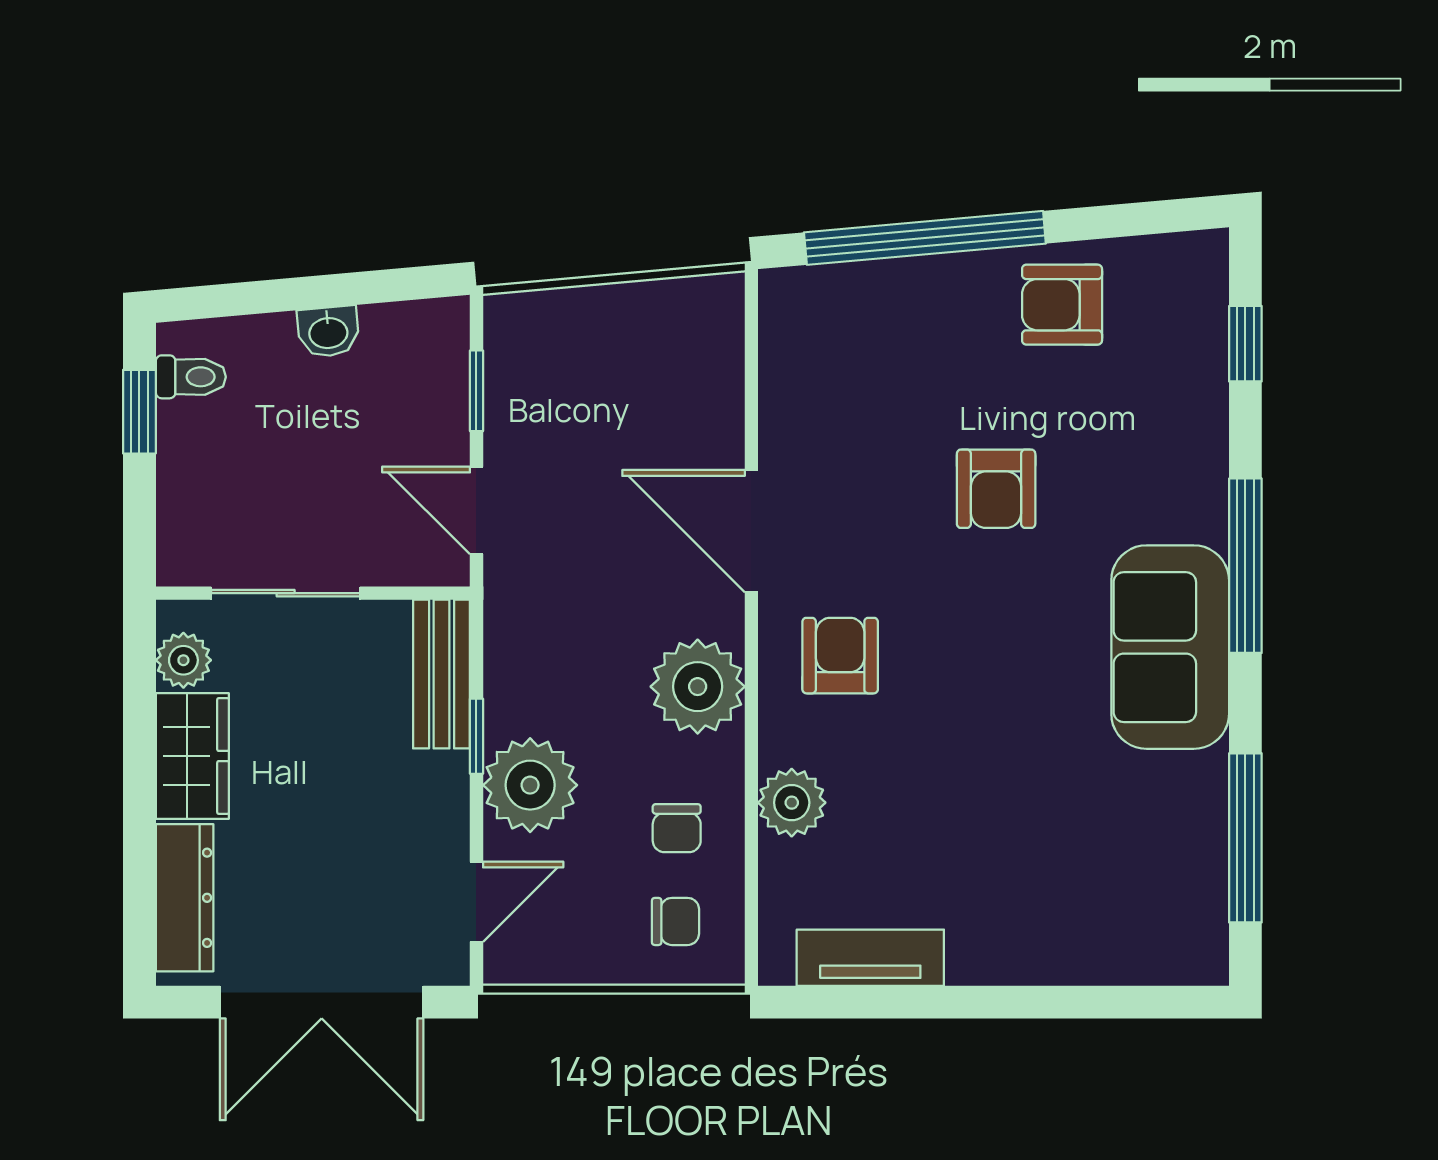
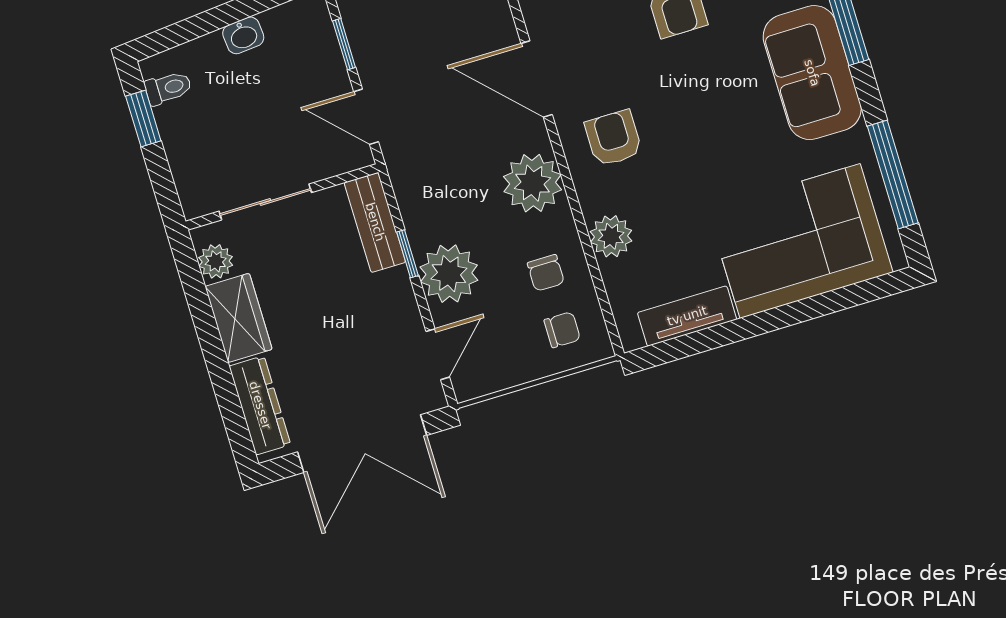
corner sofa: (1075, 896) -> (800, 241), added

